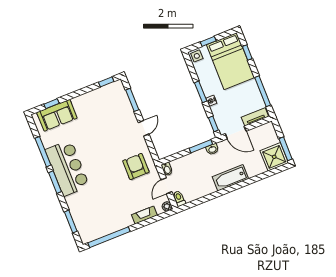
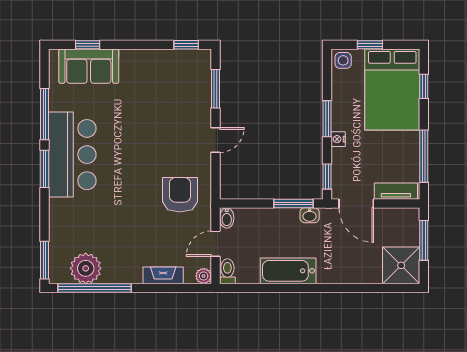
window: (286, 149) -> (424, 240), moved
bathtub: (230, 178) -> (288, 271), moved
window: (71, 222) -> (44, 260), moved
plant: (100, 228) -> (86, 268), added

